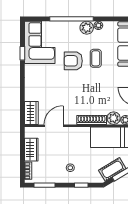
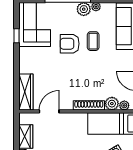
wardrobe: (31, 113) -> (26, 92), width x1.50

